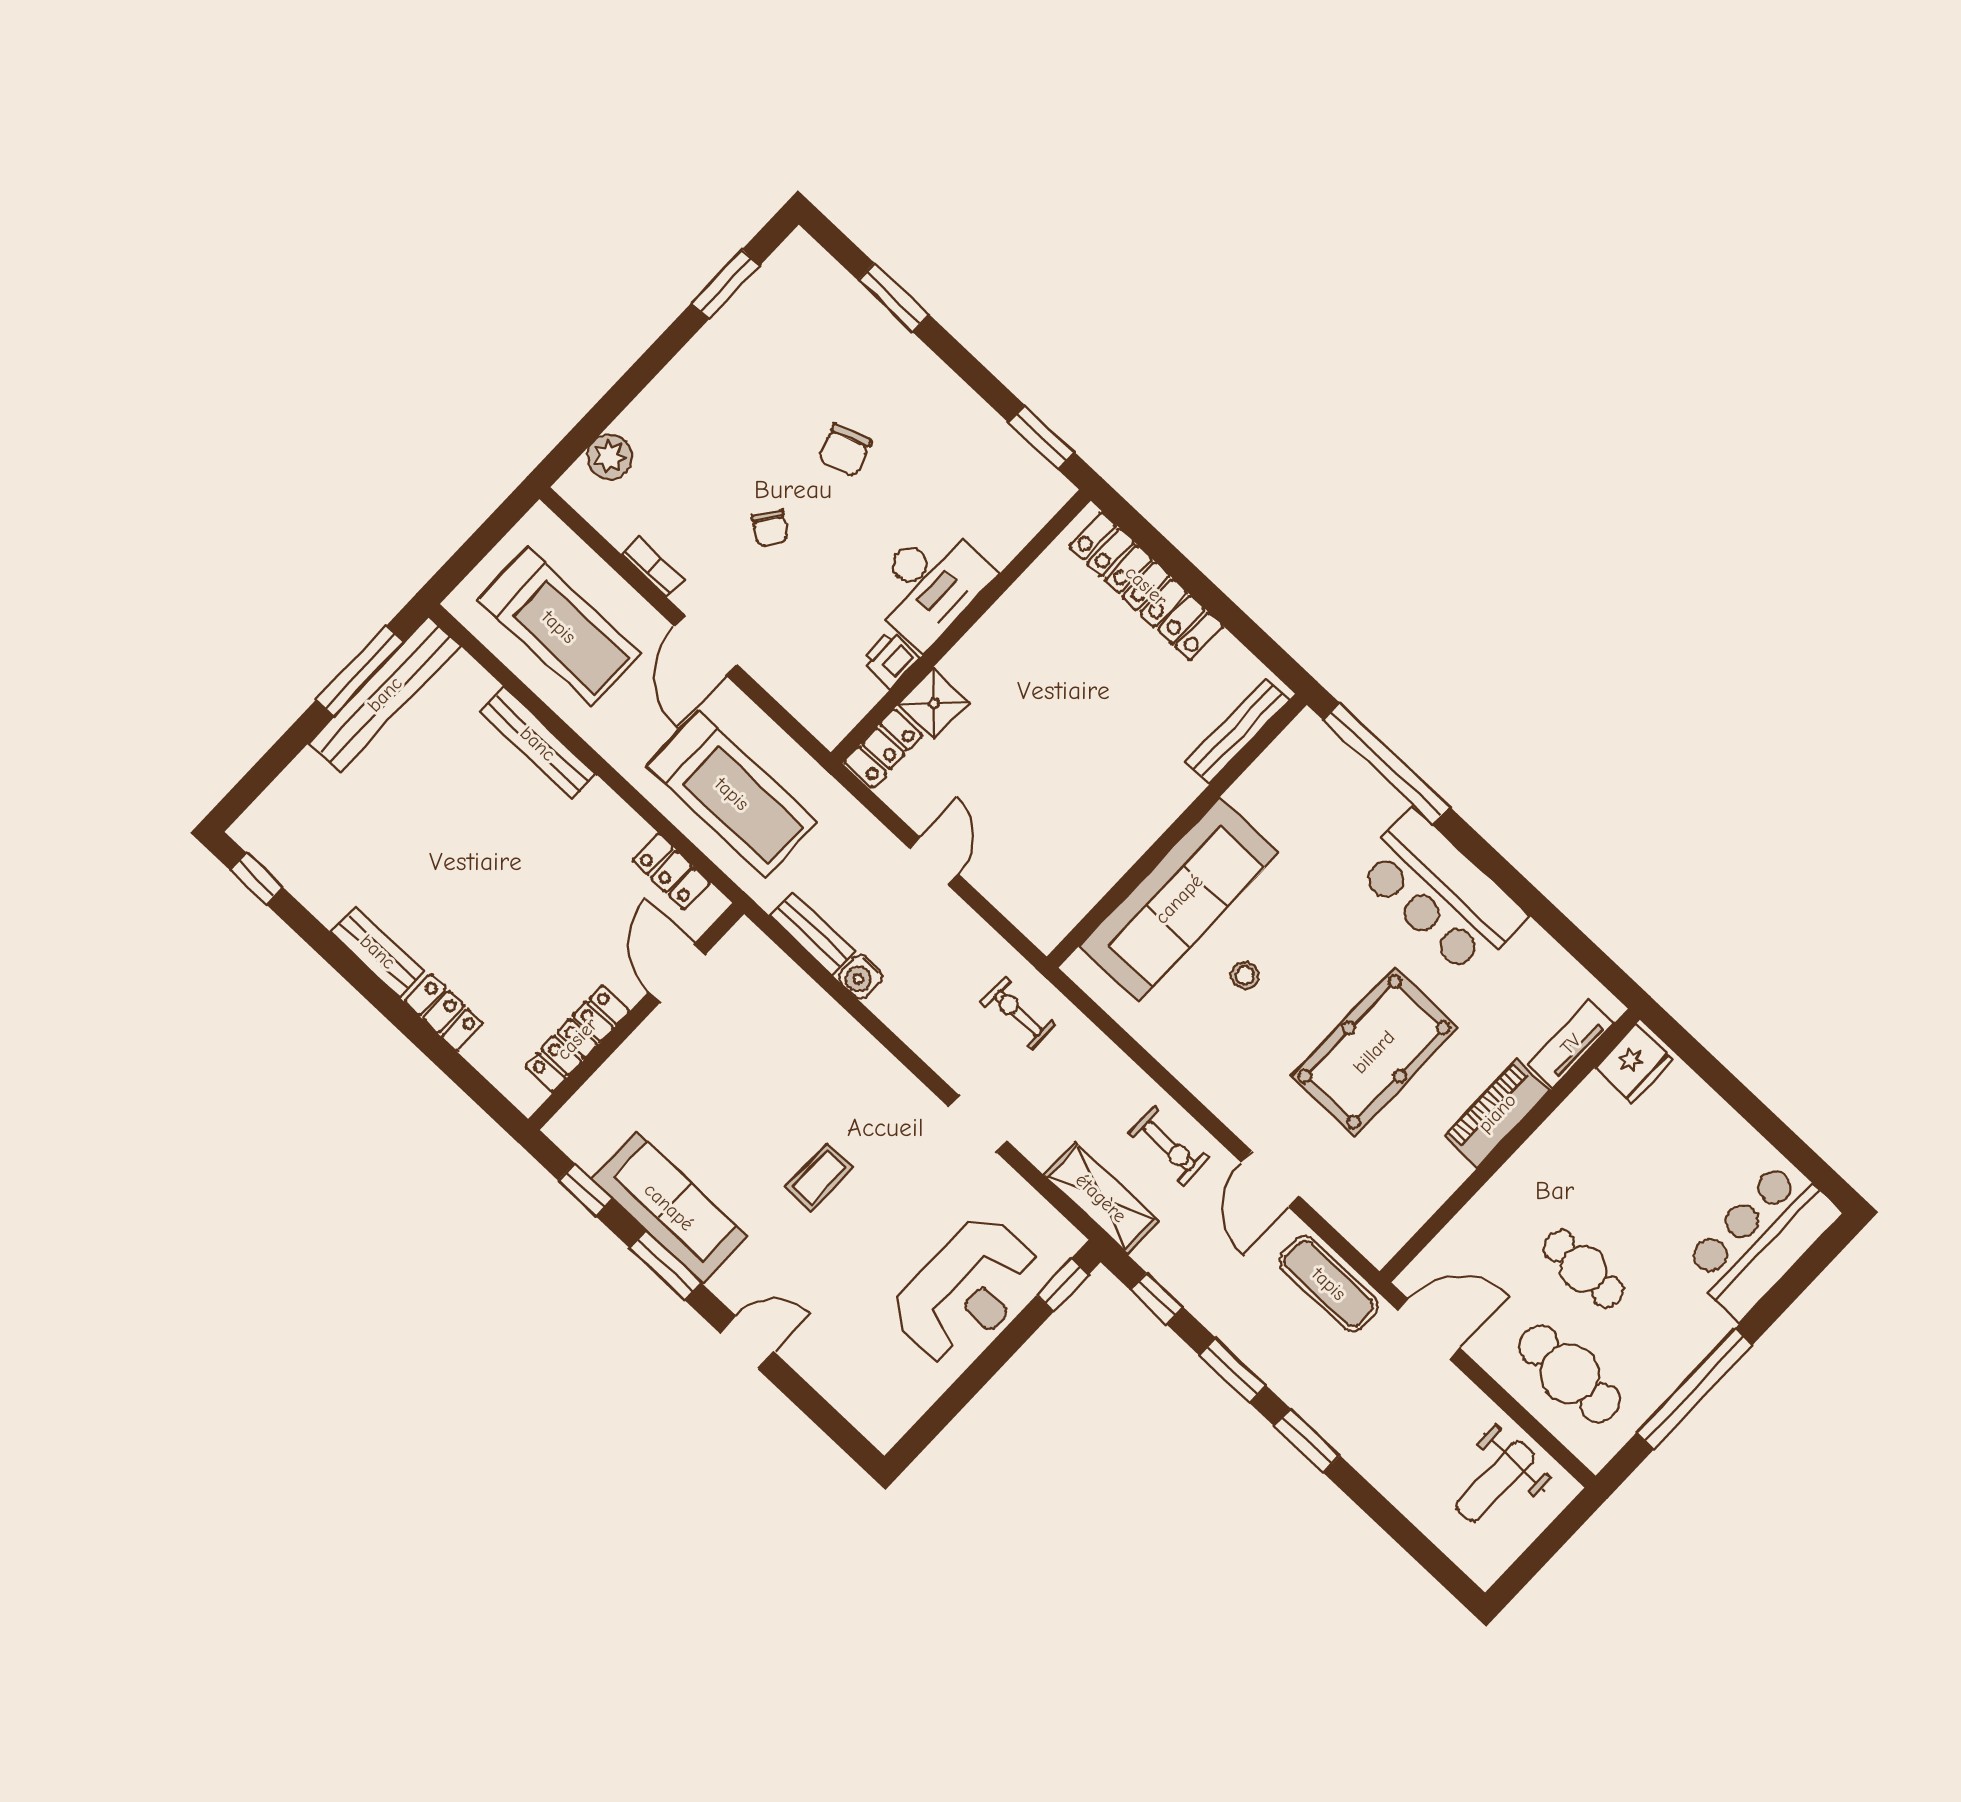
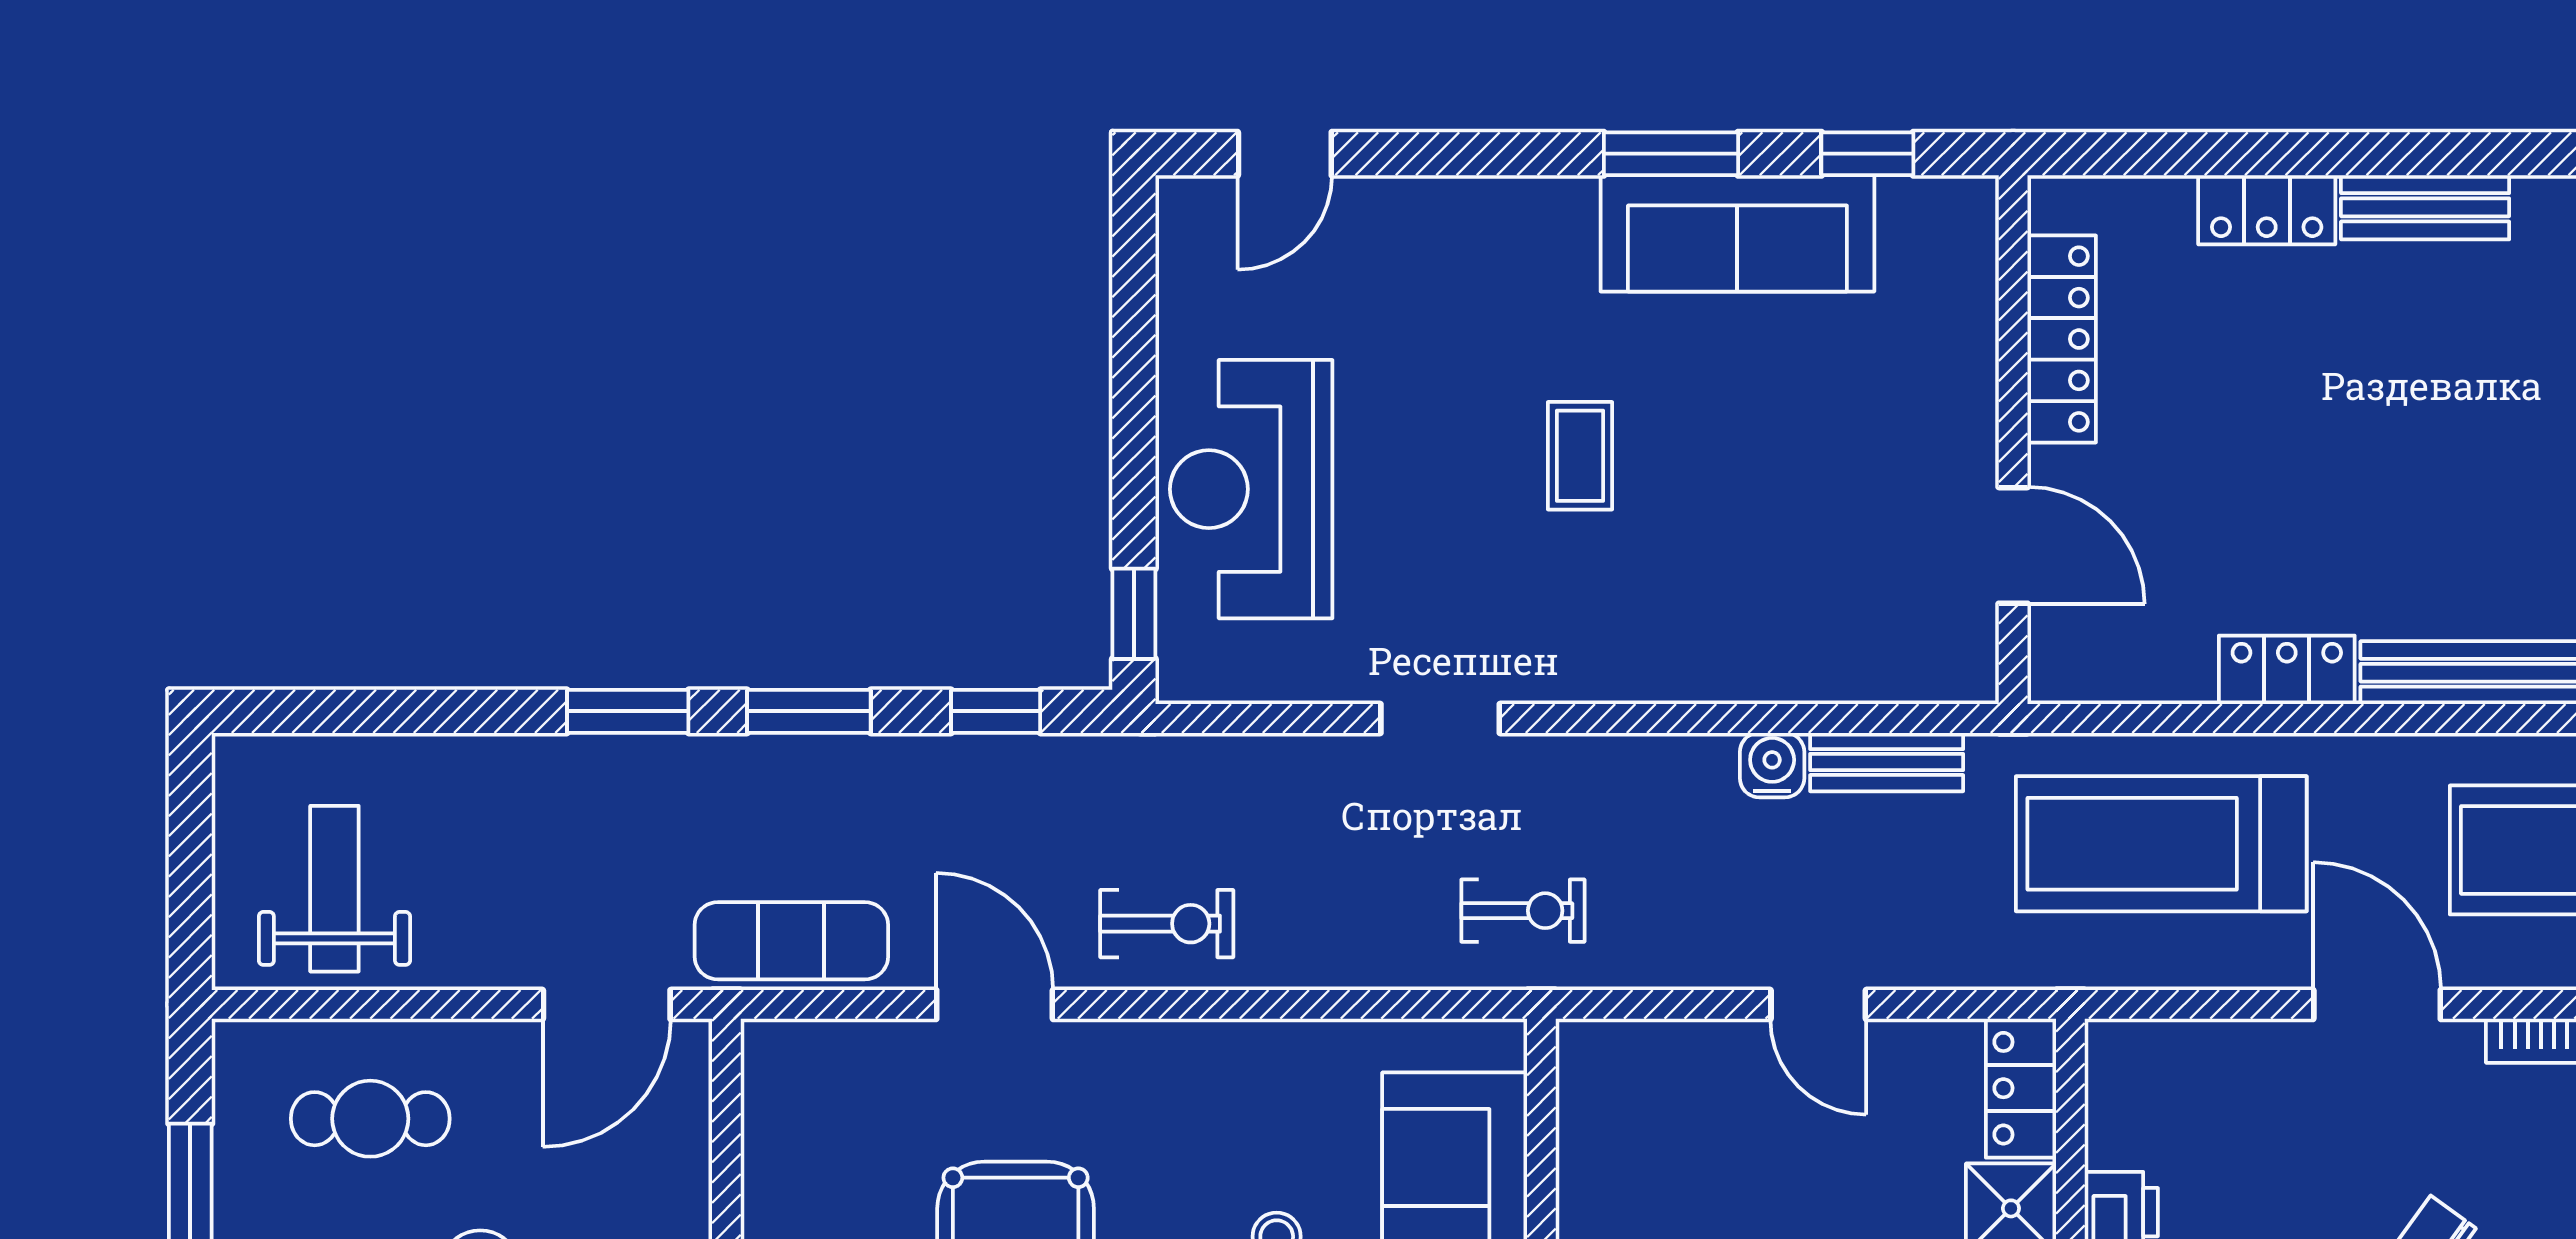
locker: (671, 871) -> (2287, 670), moved
exercise bike: (1169, 1146) -> (1167, 924), turned 180
shelving: (1101, 1198) -> (1190, 774), removed
door: (747, 1342) -> (1285, 154), moved
cafe table: (1569, 1374) -> (370, 1119), width x0.73, depth x0.74

